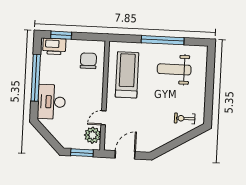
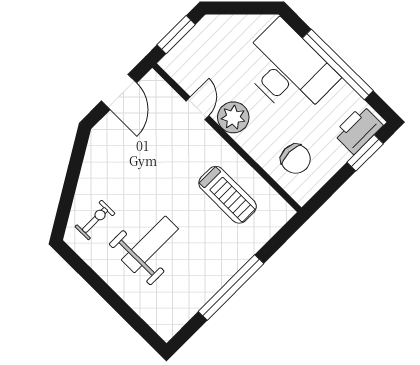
weight bench: (174, 69) -> (150, 244), moved
treadmill: (127, 75) -> (228, 195), width x0.73, depth x0.73
desk: (51, 102) -> (288, 70), width x1.36, depth x1.30
plant: (93, 135) -> (233, 117), moved

